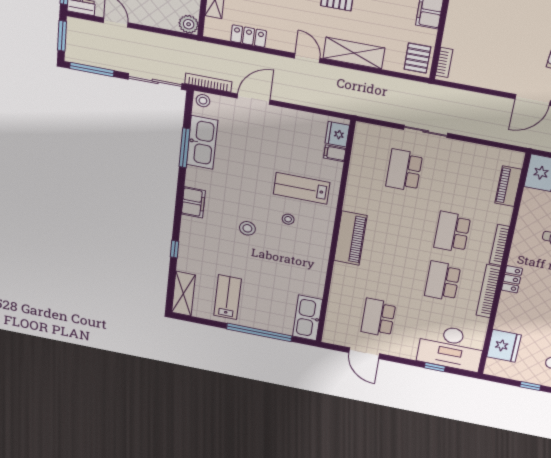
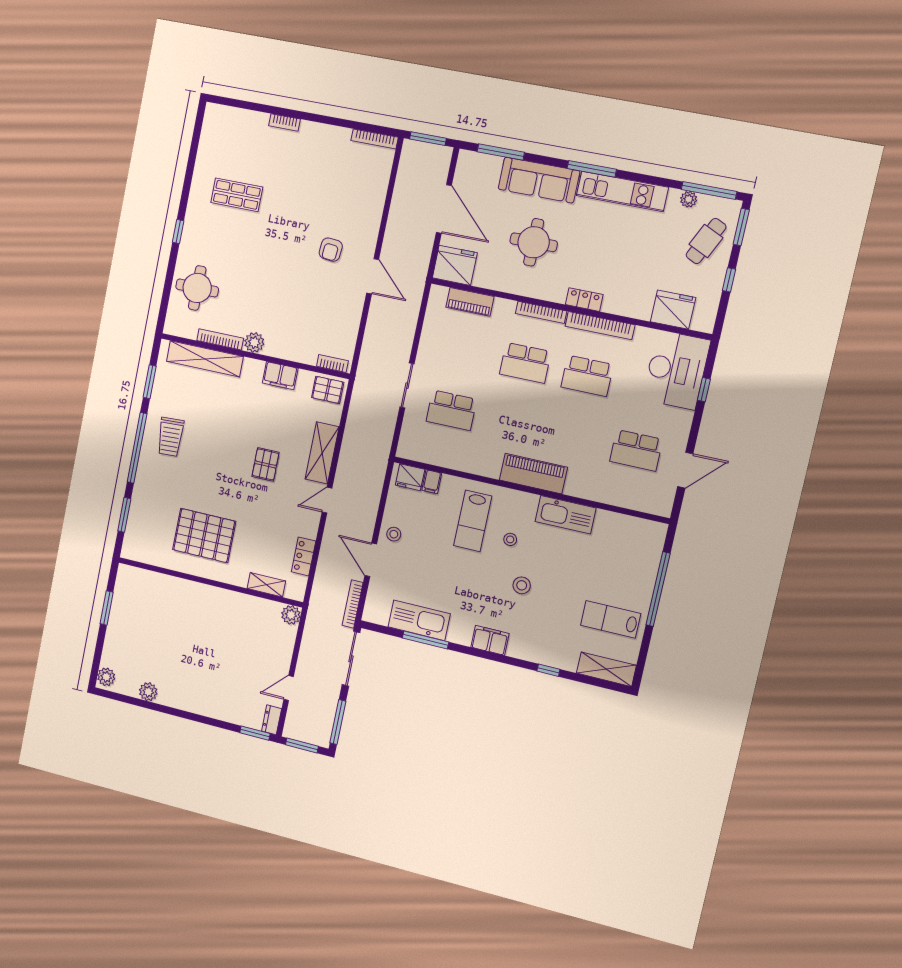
stool: (203, 101) -> (394, 534), moved
kitchen sink: (308, 318) -> (566, 515), moved

